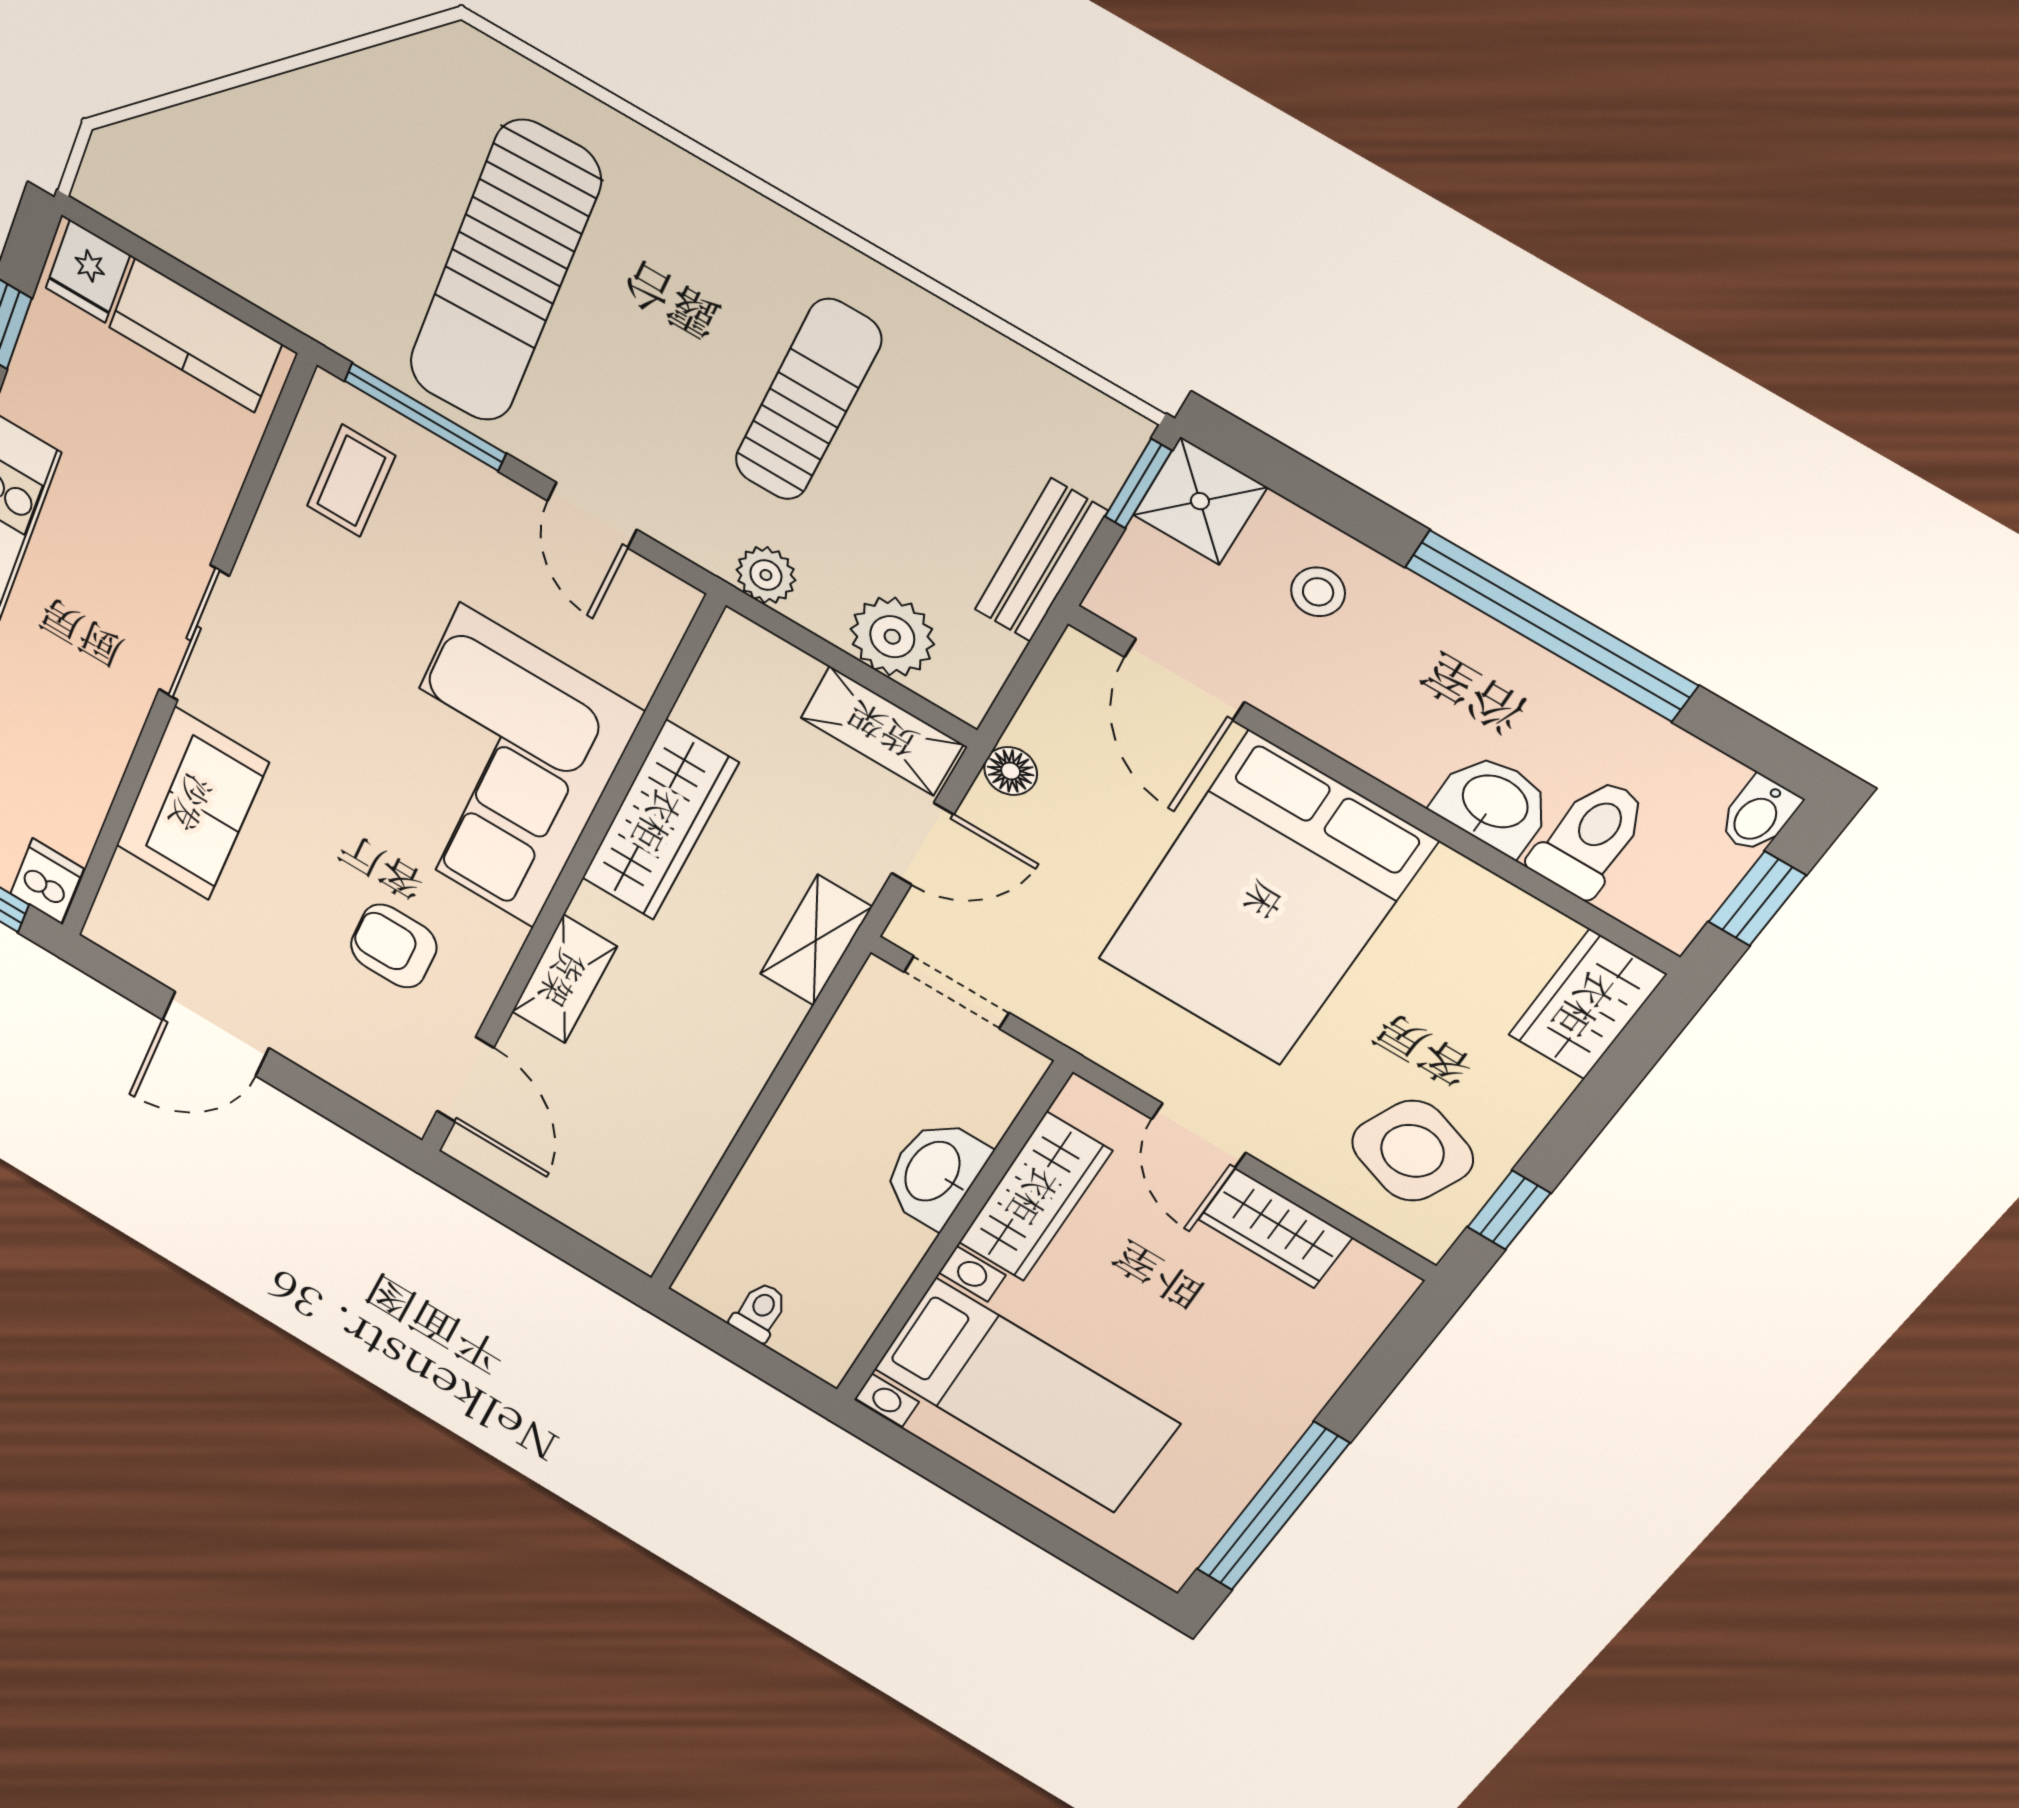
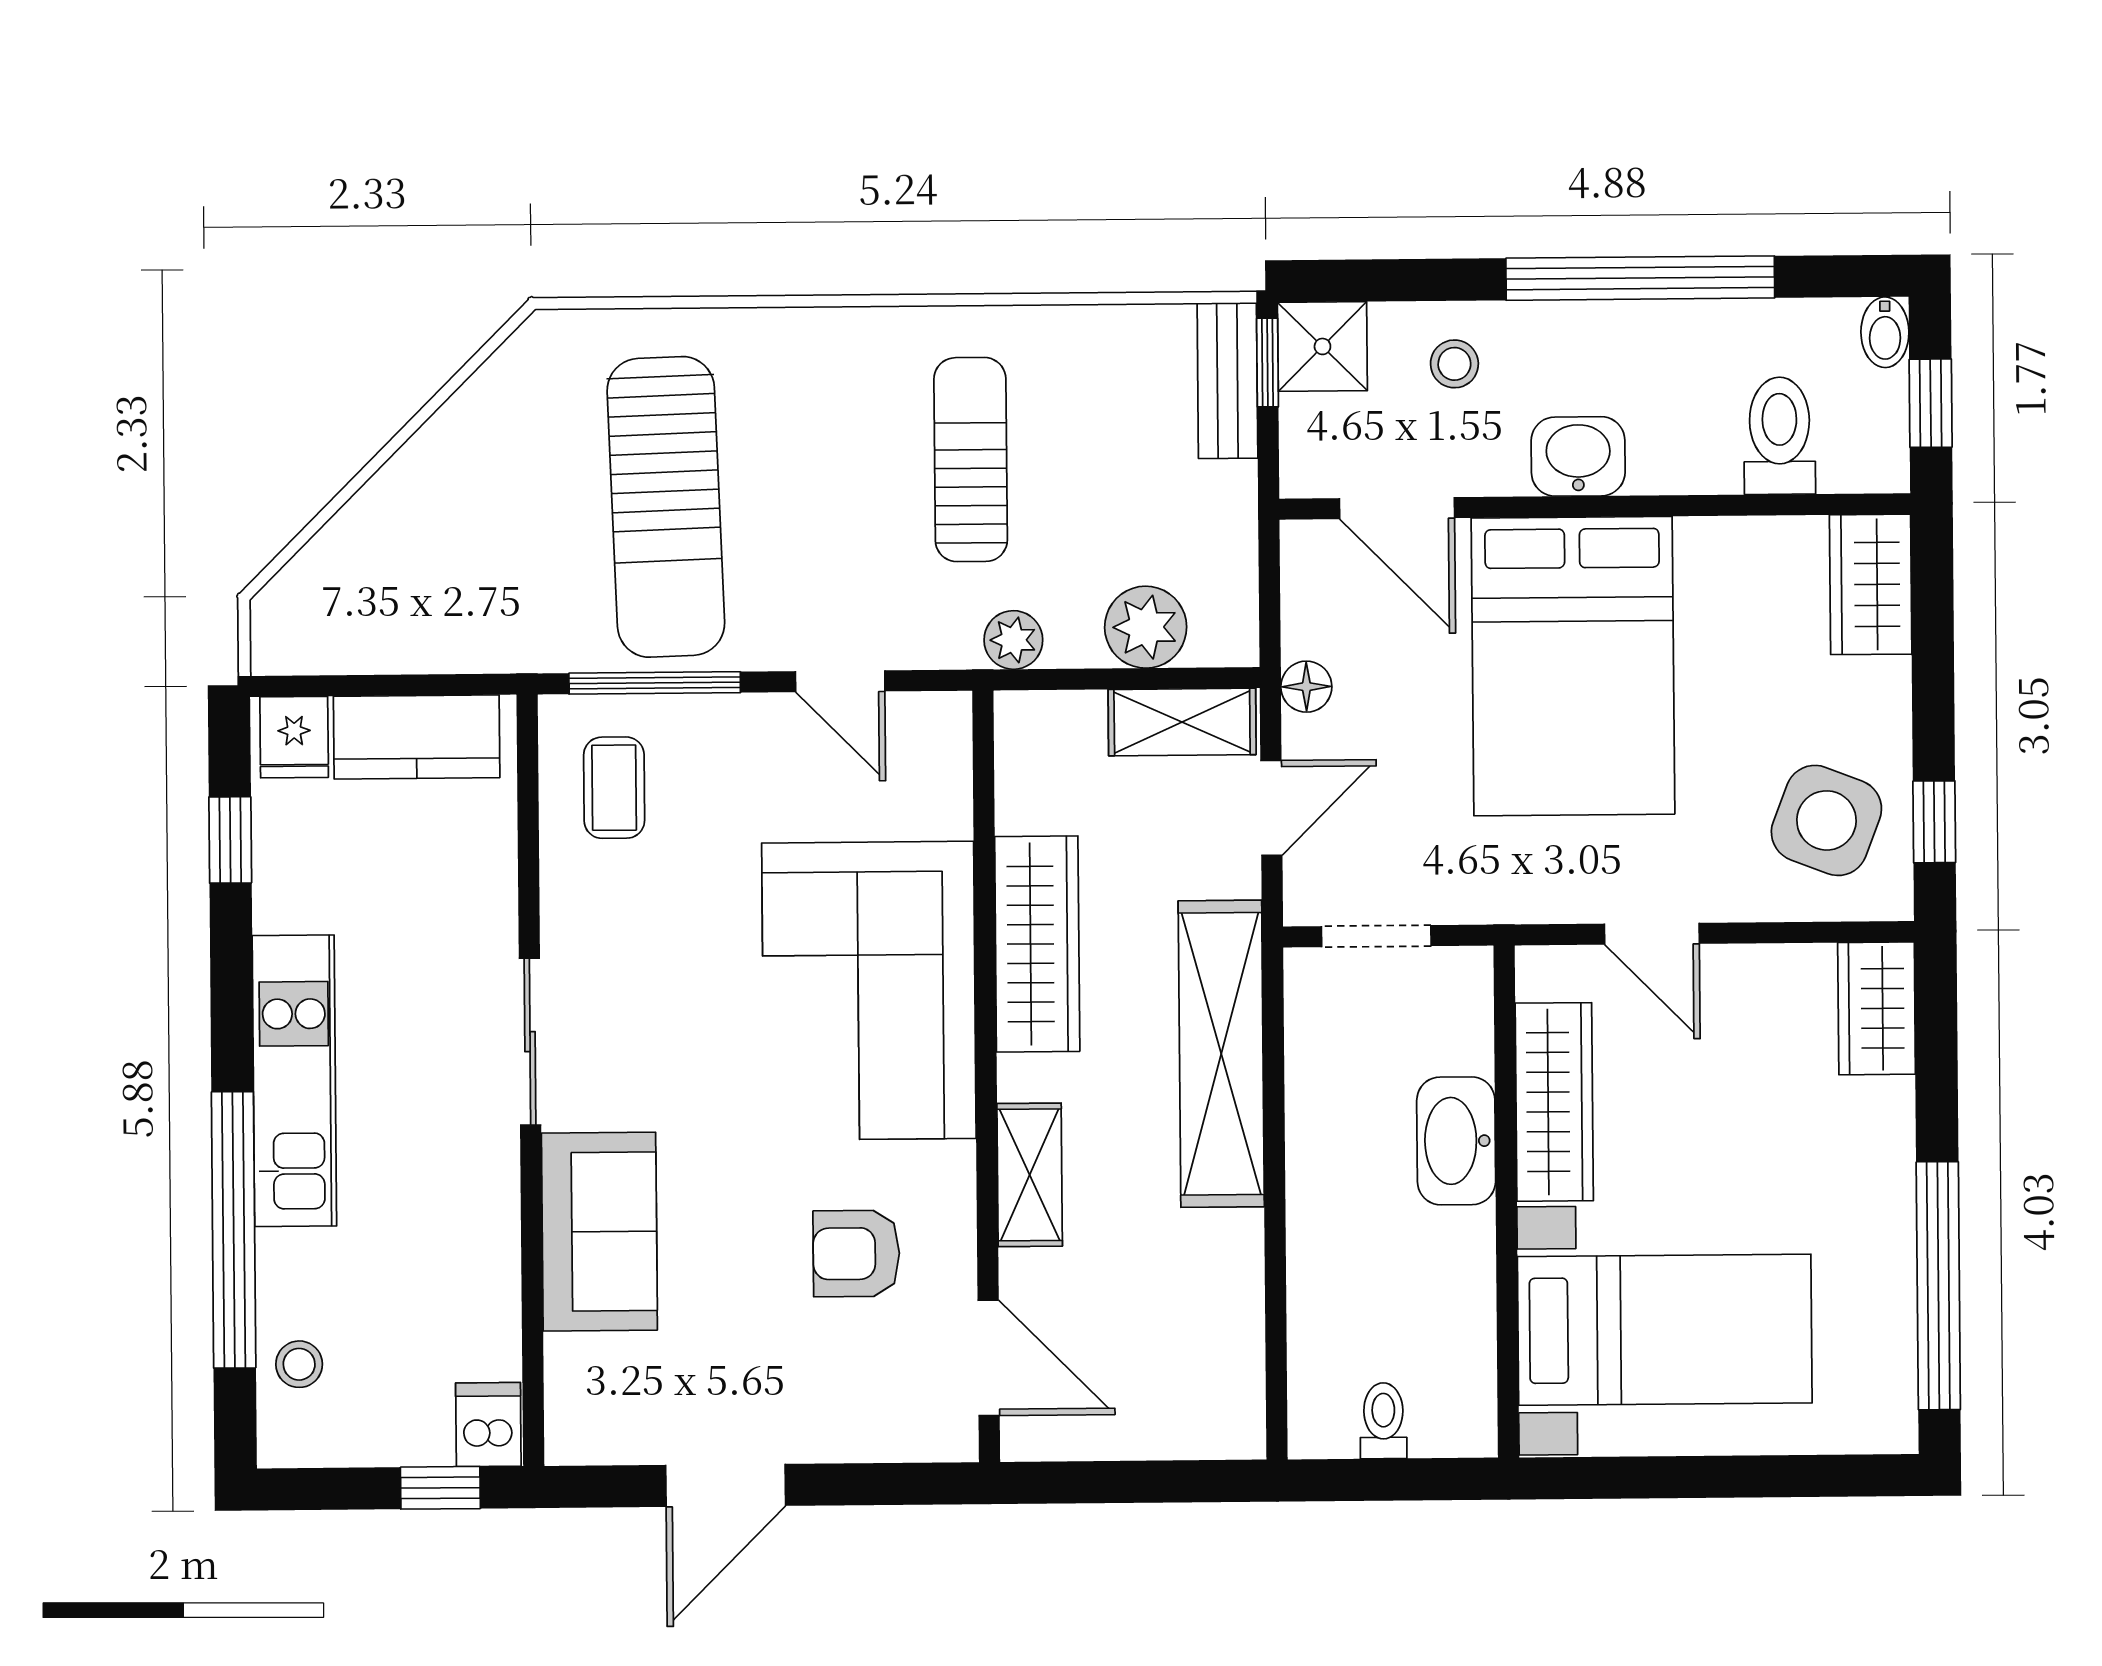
bench: (1041, 561) -> (1227, 381), moved
washbasin: (1494, 803) -> (1578, 456), moved
shelving: (816, 940) -> (1221, 1054), width x2.20, depth x1.33
wardrobe: (1275, 1228) -> (1877, 1008), moved, turned 90

